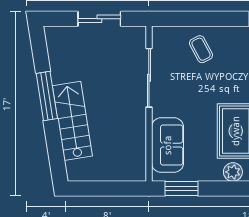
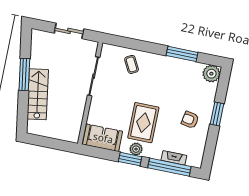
sofa: (168, 145) -> (103, 138), moved, turned -90
window: (182, 188) -> (130, 159), moved

